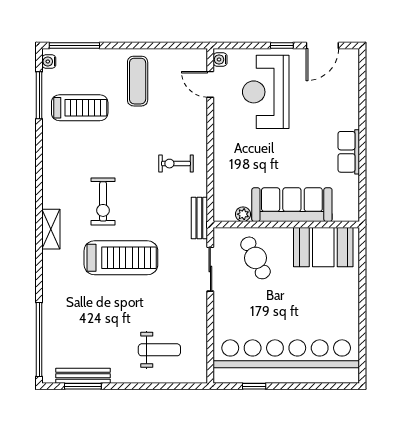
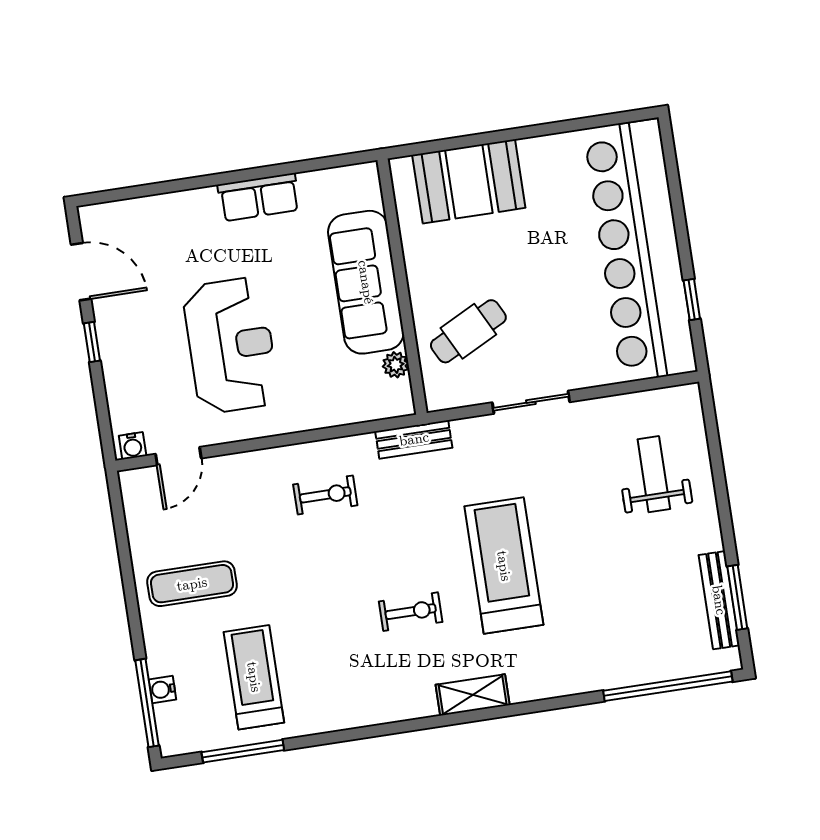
water cooler: (49, 61) -> (162, 689), moved, turned 90
reception desk: (266, 92) -> (231, 345), moved, turned -90
exercise bike: (176, 164) -> (325, 495), turned -90
exercise bike: (103, 201) -> (411, 612), width x0.73, depth x0.72
booth: (323, 247) -> (469, 181), moved, turned 90
sliding door: (210, 269) -> (531, 402), moved

